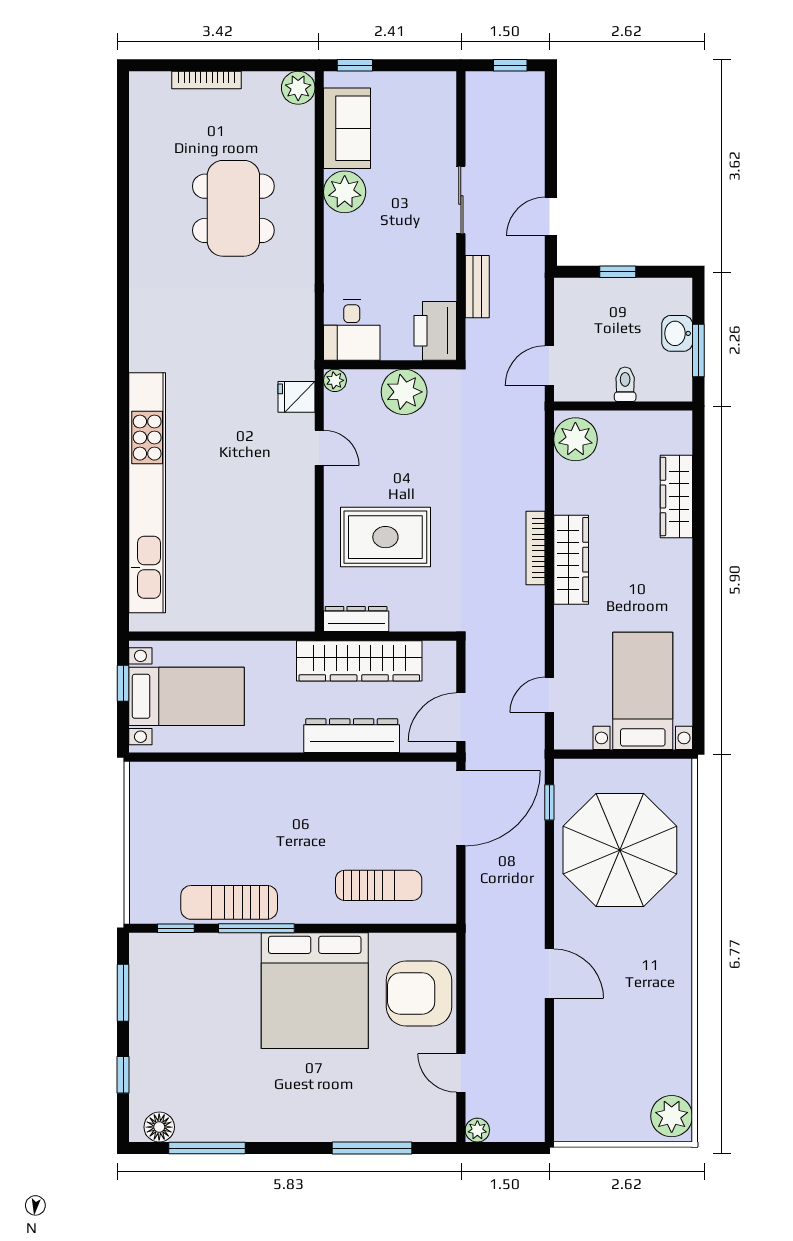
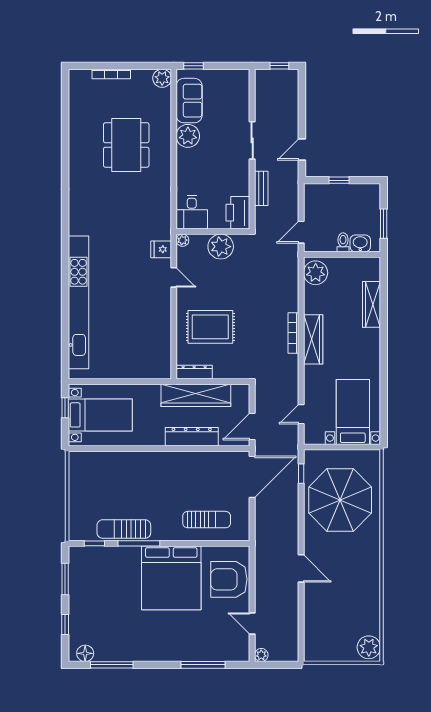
washbasin: (677, 333) -> (360, 243), moved, turned 90

